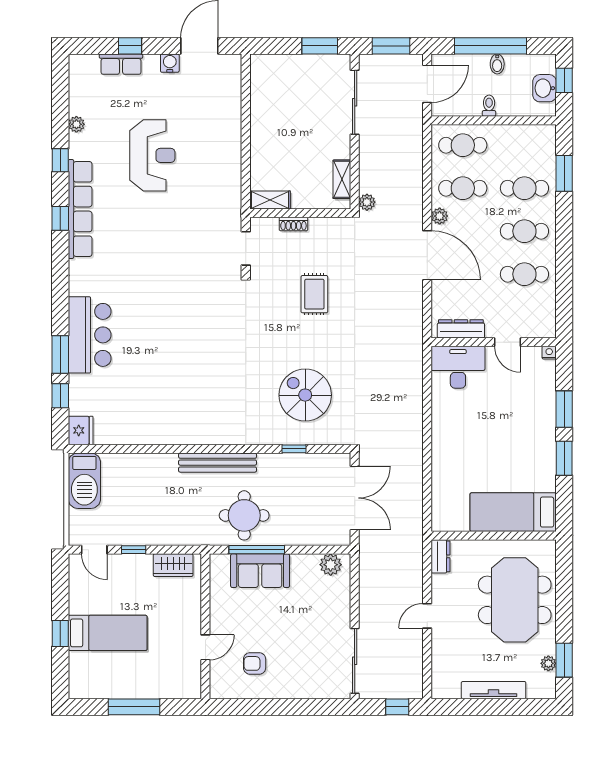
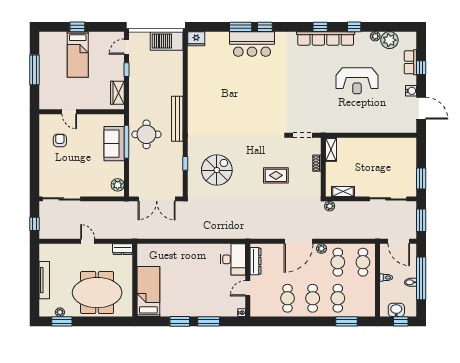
plant: (83, 100) -> (389, 40), added
window: (60, 396) -> (265, 27), moved

